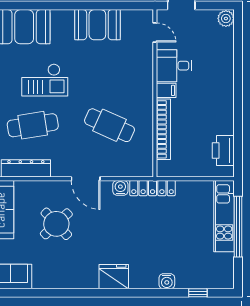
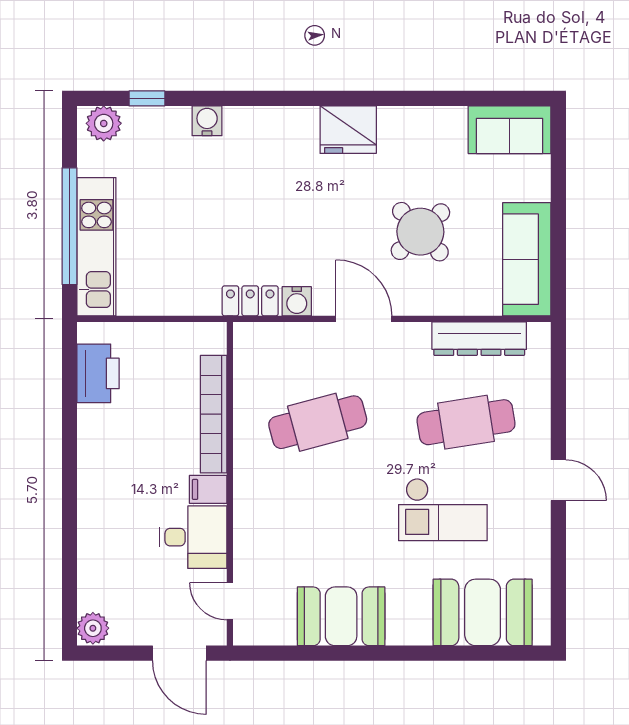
checkout: (45, 80) -> (443, 509), turned 180
cafe table: (109, 125) -> (318, 422), turned -39
locker: (153, 188) -> (250, 301), width x0.66
fridge: (114, 277) -> (348, 130), moved
plant: (220, 280) -> (104, 123), added

